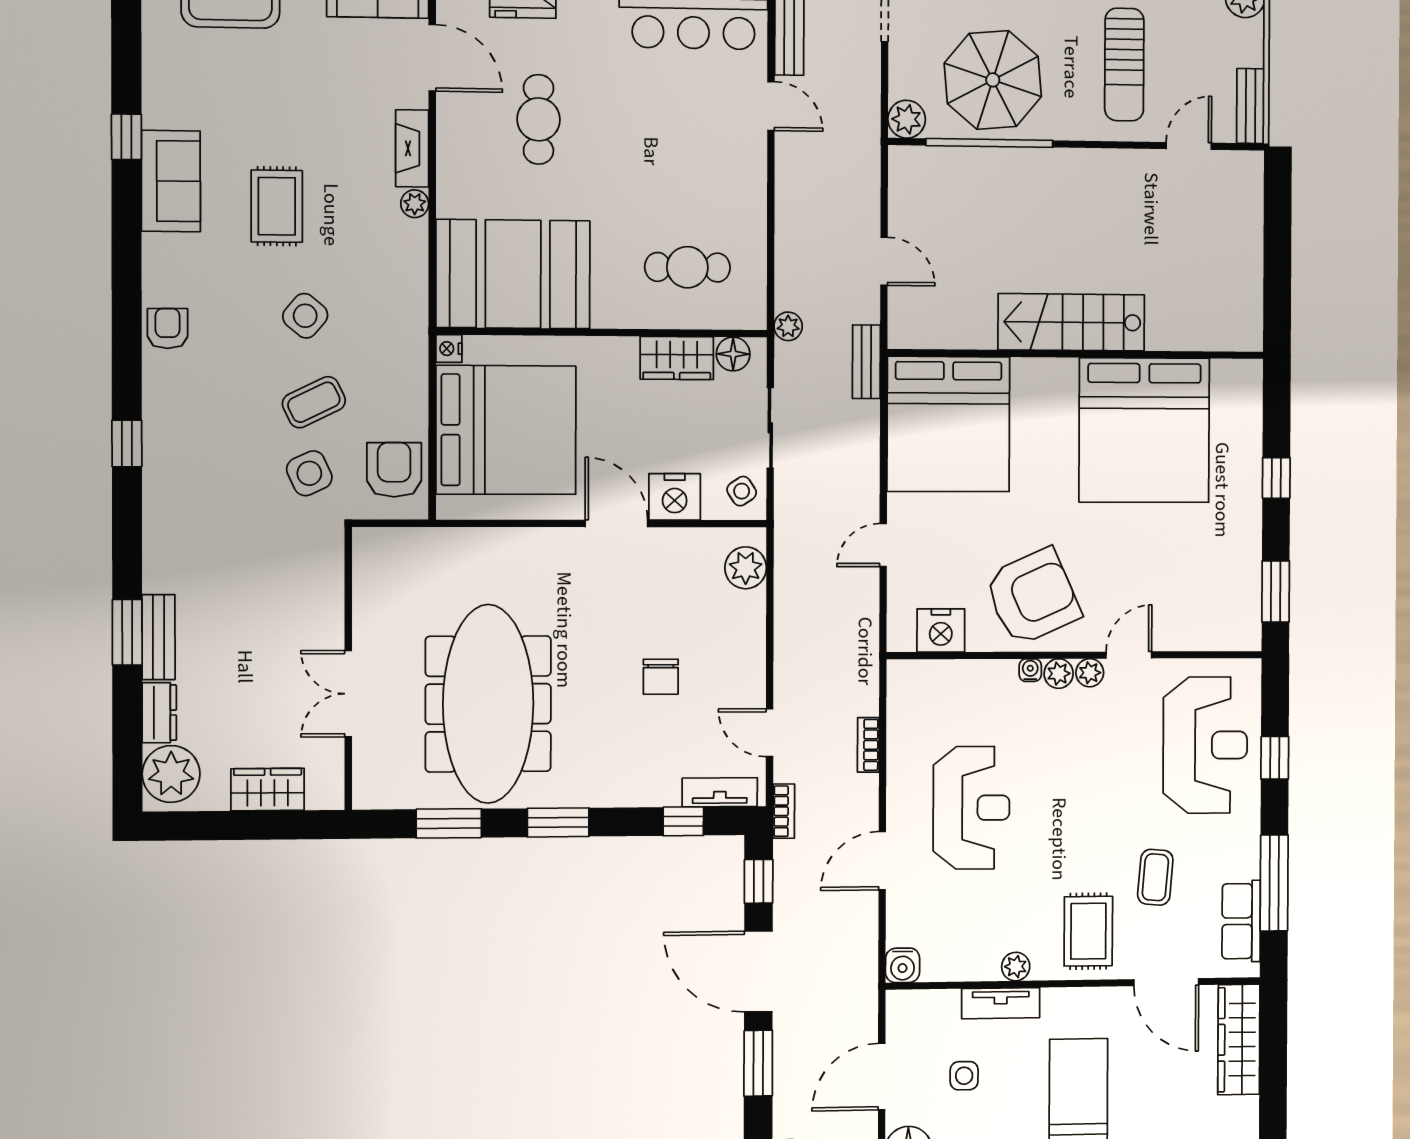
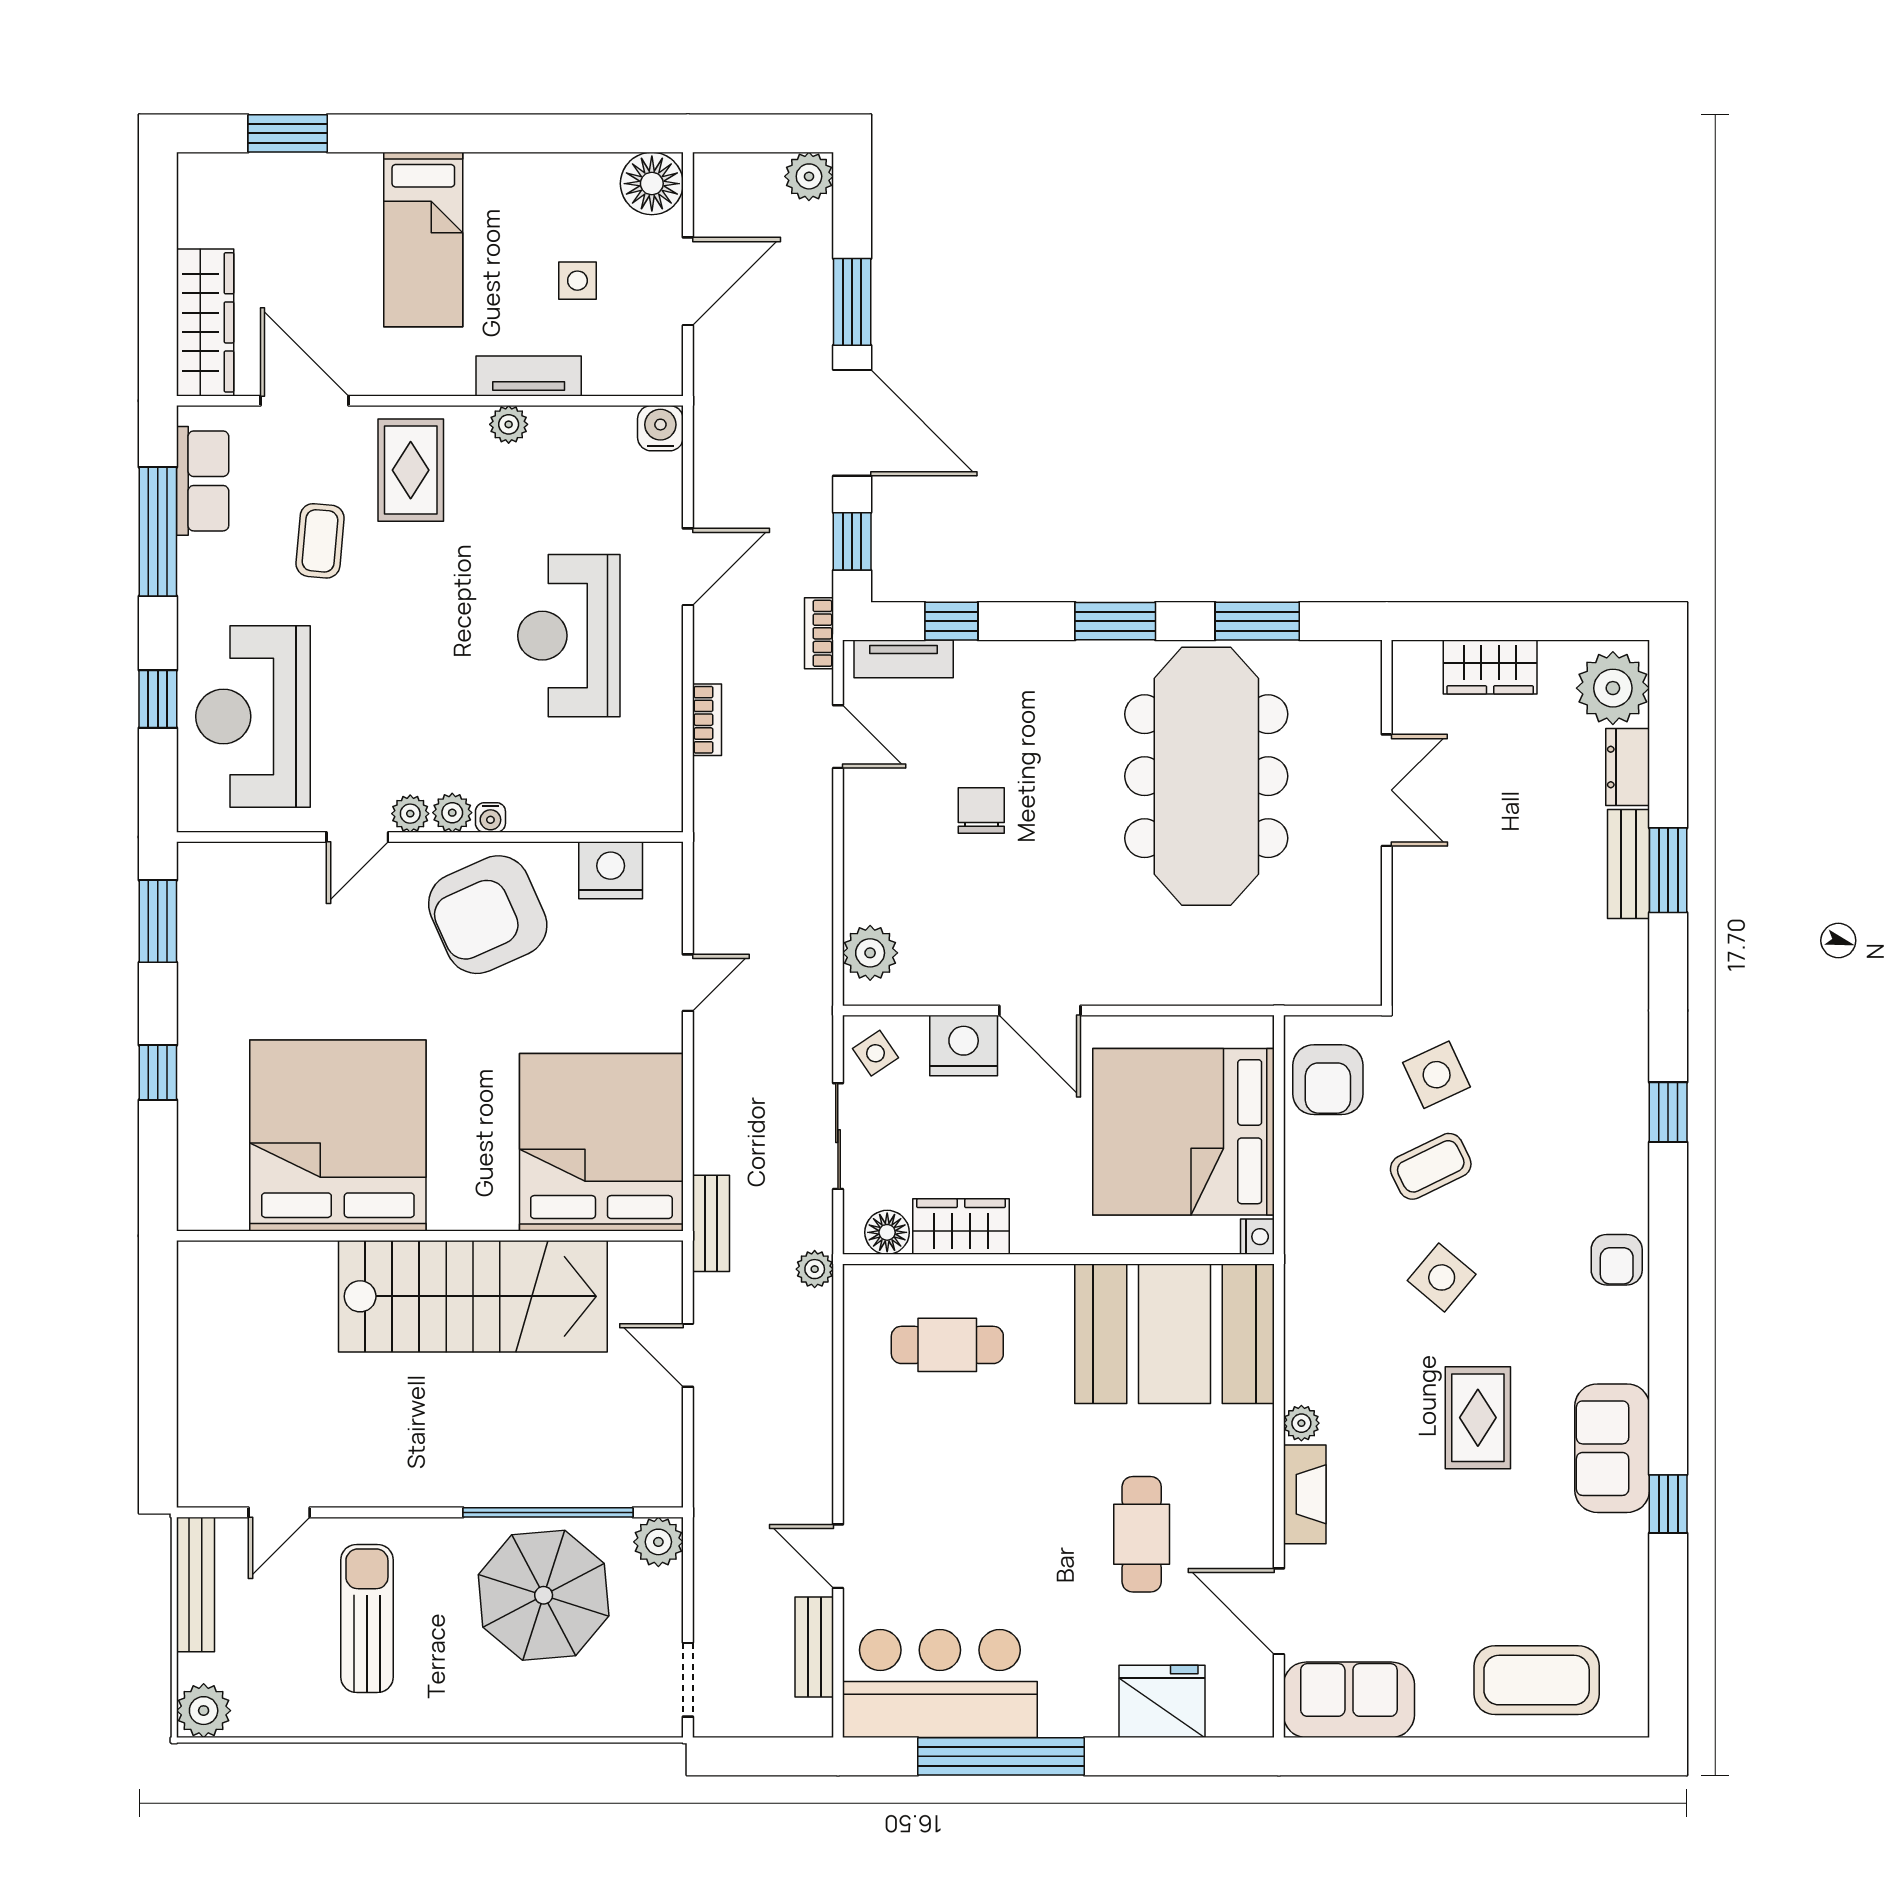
bench: (1251, 106) -> (195, 1585), width x1.36
stairs: (1071, 322) -> (473, 1296), width x1.36, depth x1.51

